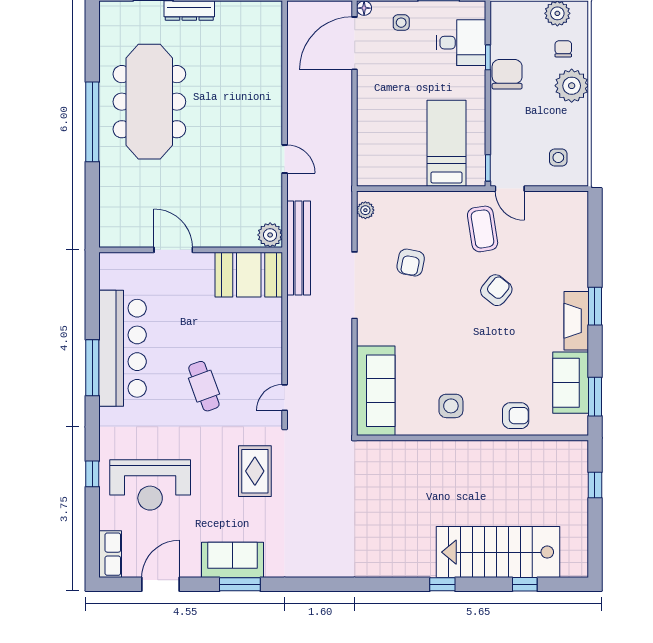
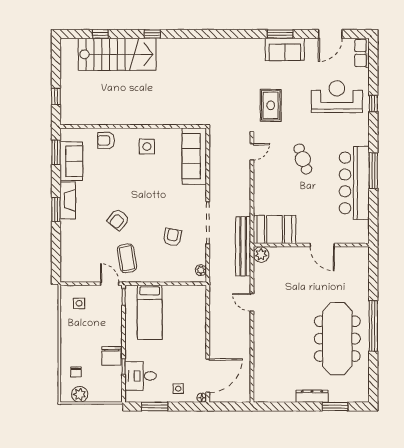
plant: (572, 86) -> (71, 349), removed

